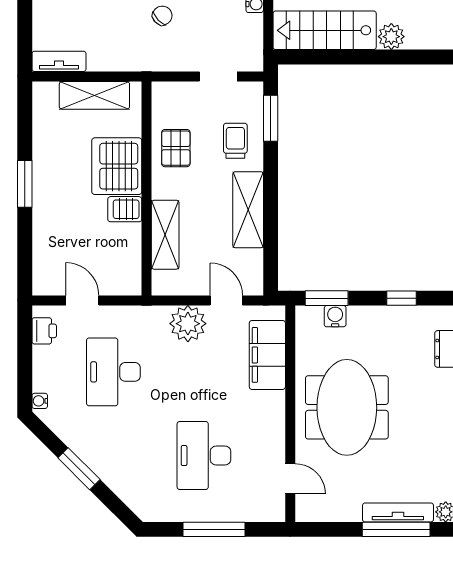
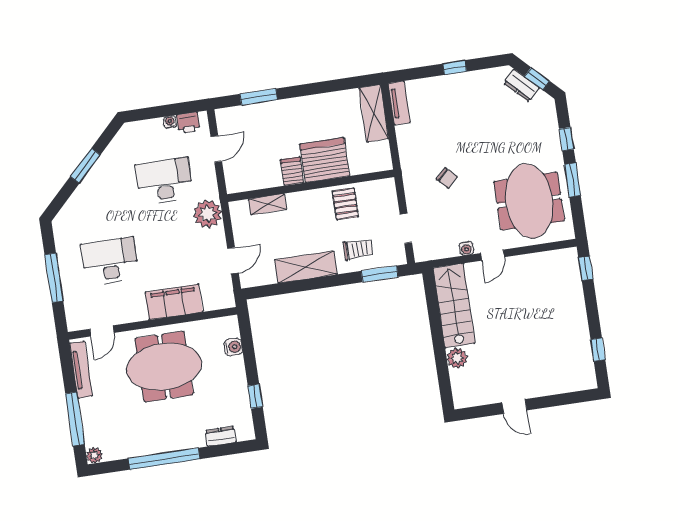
shelving: (94, 95) -> (374, 113), moved
pallet: (176, 148) -> (345, 204), turned 90
window: (25, 184) -> (259, 97), moved
shelving: (165, 235) -> (268, 204), width x0.67, depth x0.75
window: (327, 298) -> (246, 338), removed
plant: (188, 324) -> (208, 214), moved
filing cabinet: (267, 355) -> (174, 302), moved
water cooler: (40, 401) -> (170, 122), moved
tv unit: (398, 512) -> (81, 370), moved

